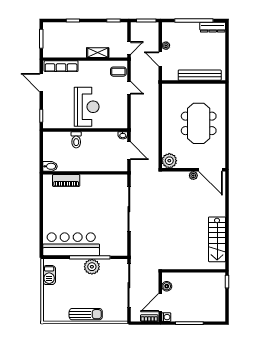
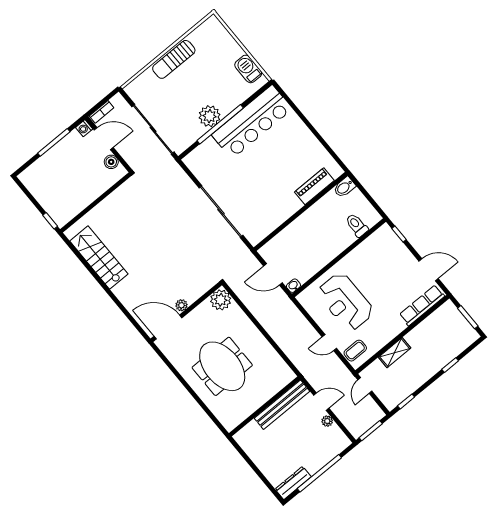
bench: (200, 75) -> (282, 405), moved
reception desk: (87, 107) -> (345, 302), moved
toilet: (76, 140) -> (357, 225), moved
door: (160, 302) -> (104, 139), hinge flipped

